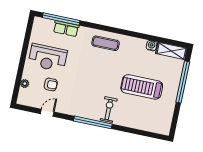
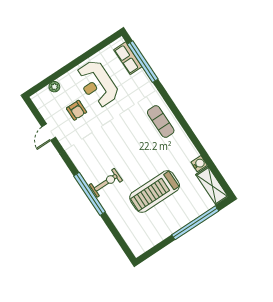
row of seats: (66, 29) -> (128, 58), moved
treadmill: (142, 87) -> (155, 192), turned -90
door: (47, 113) -> (49, 132), swing flipped
window: (93, 122) -> (90, 194), moved

